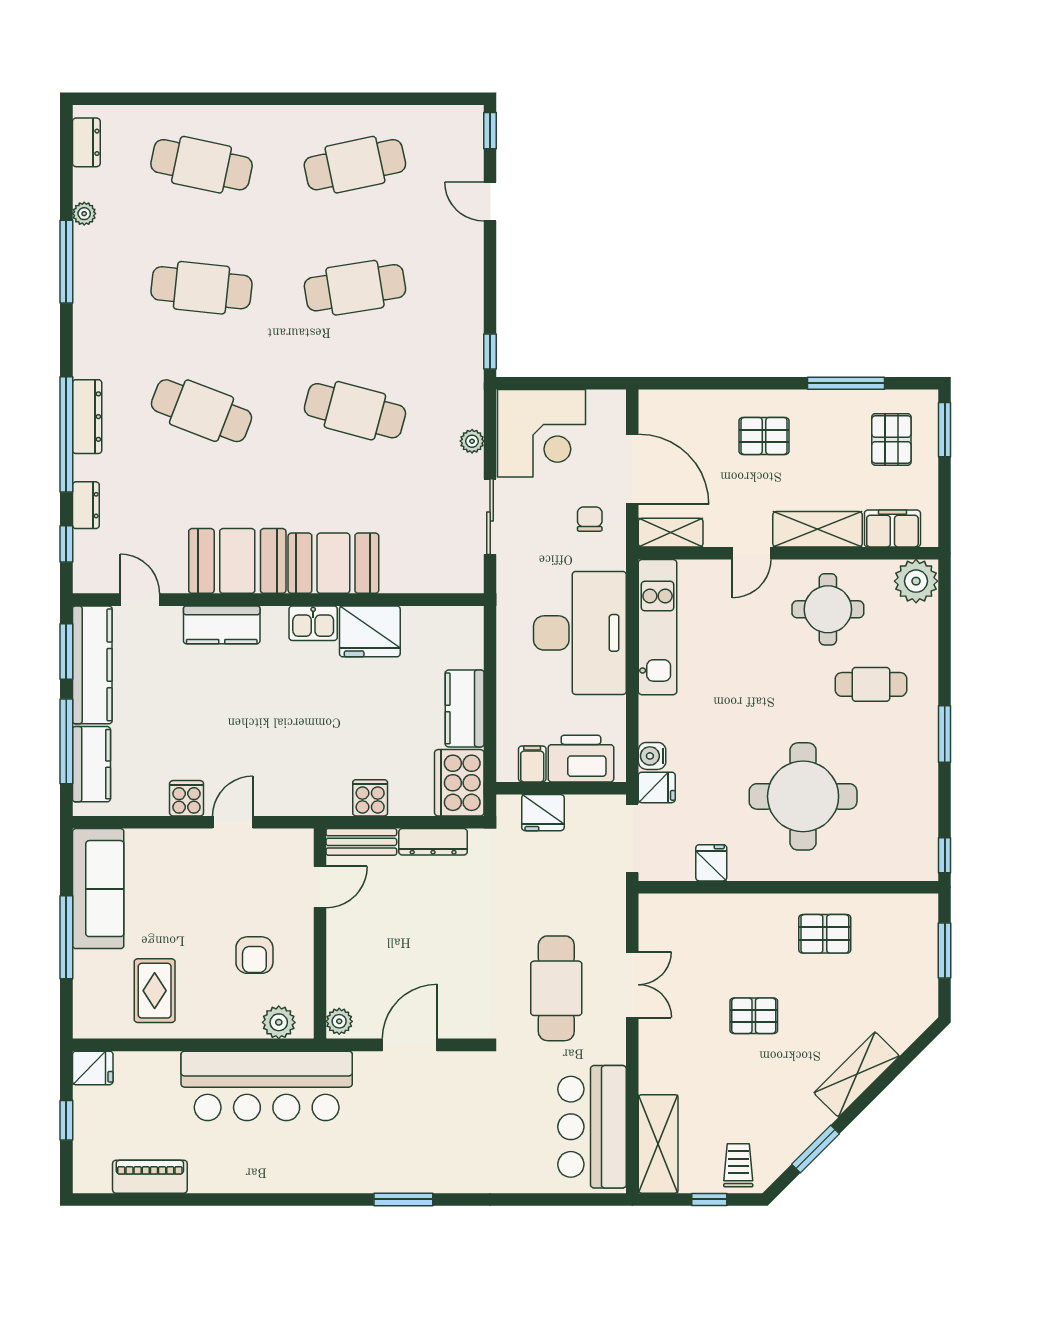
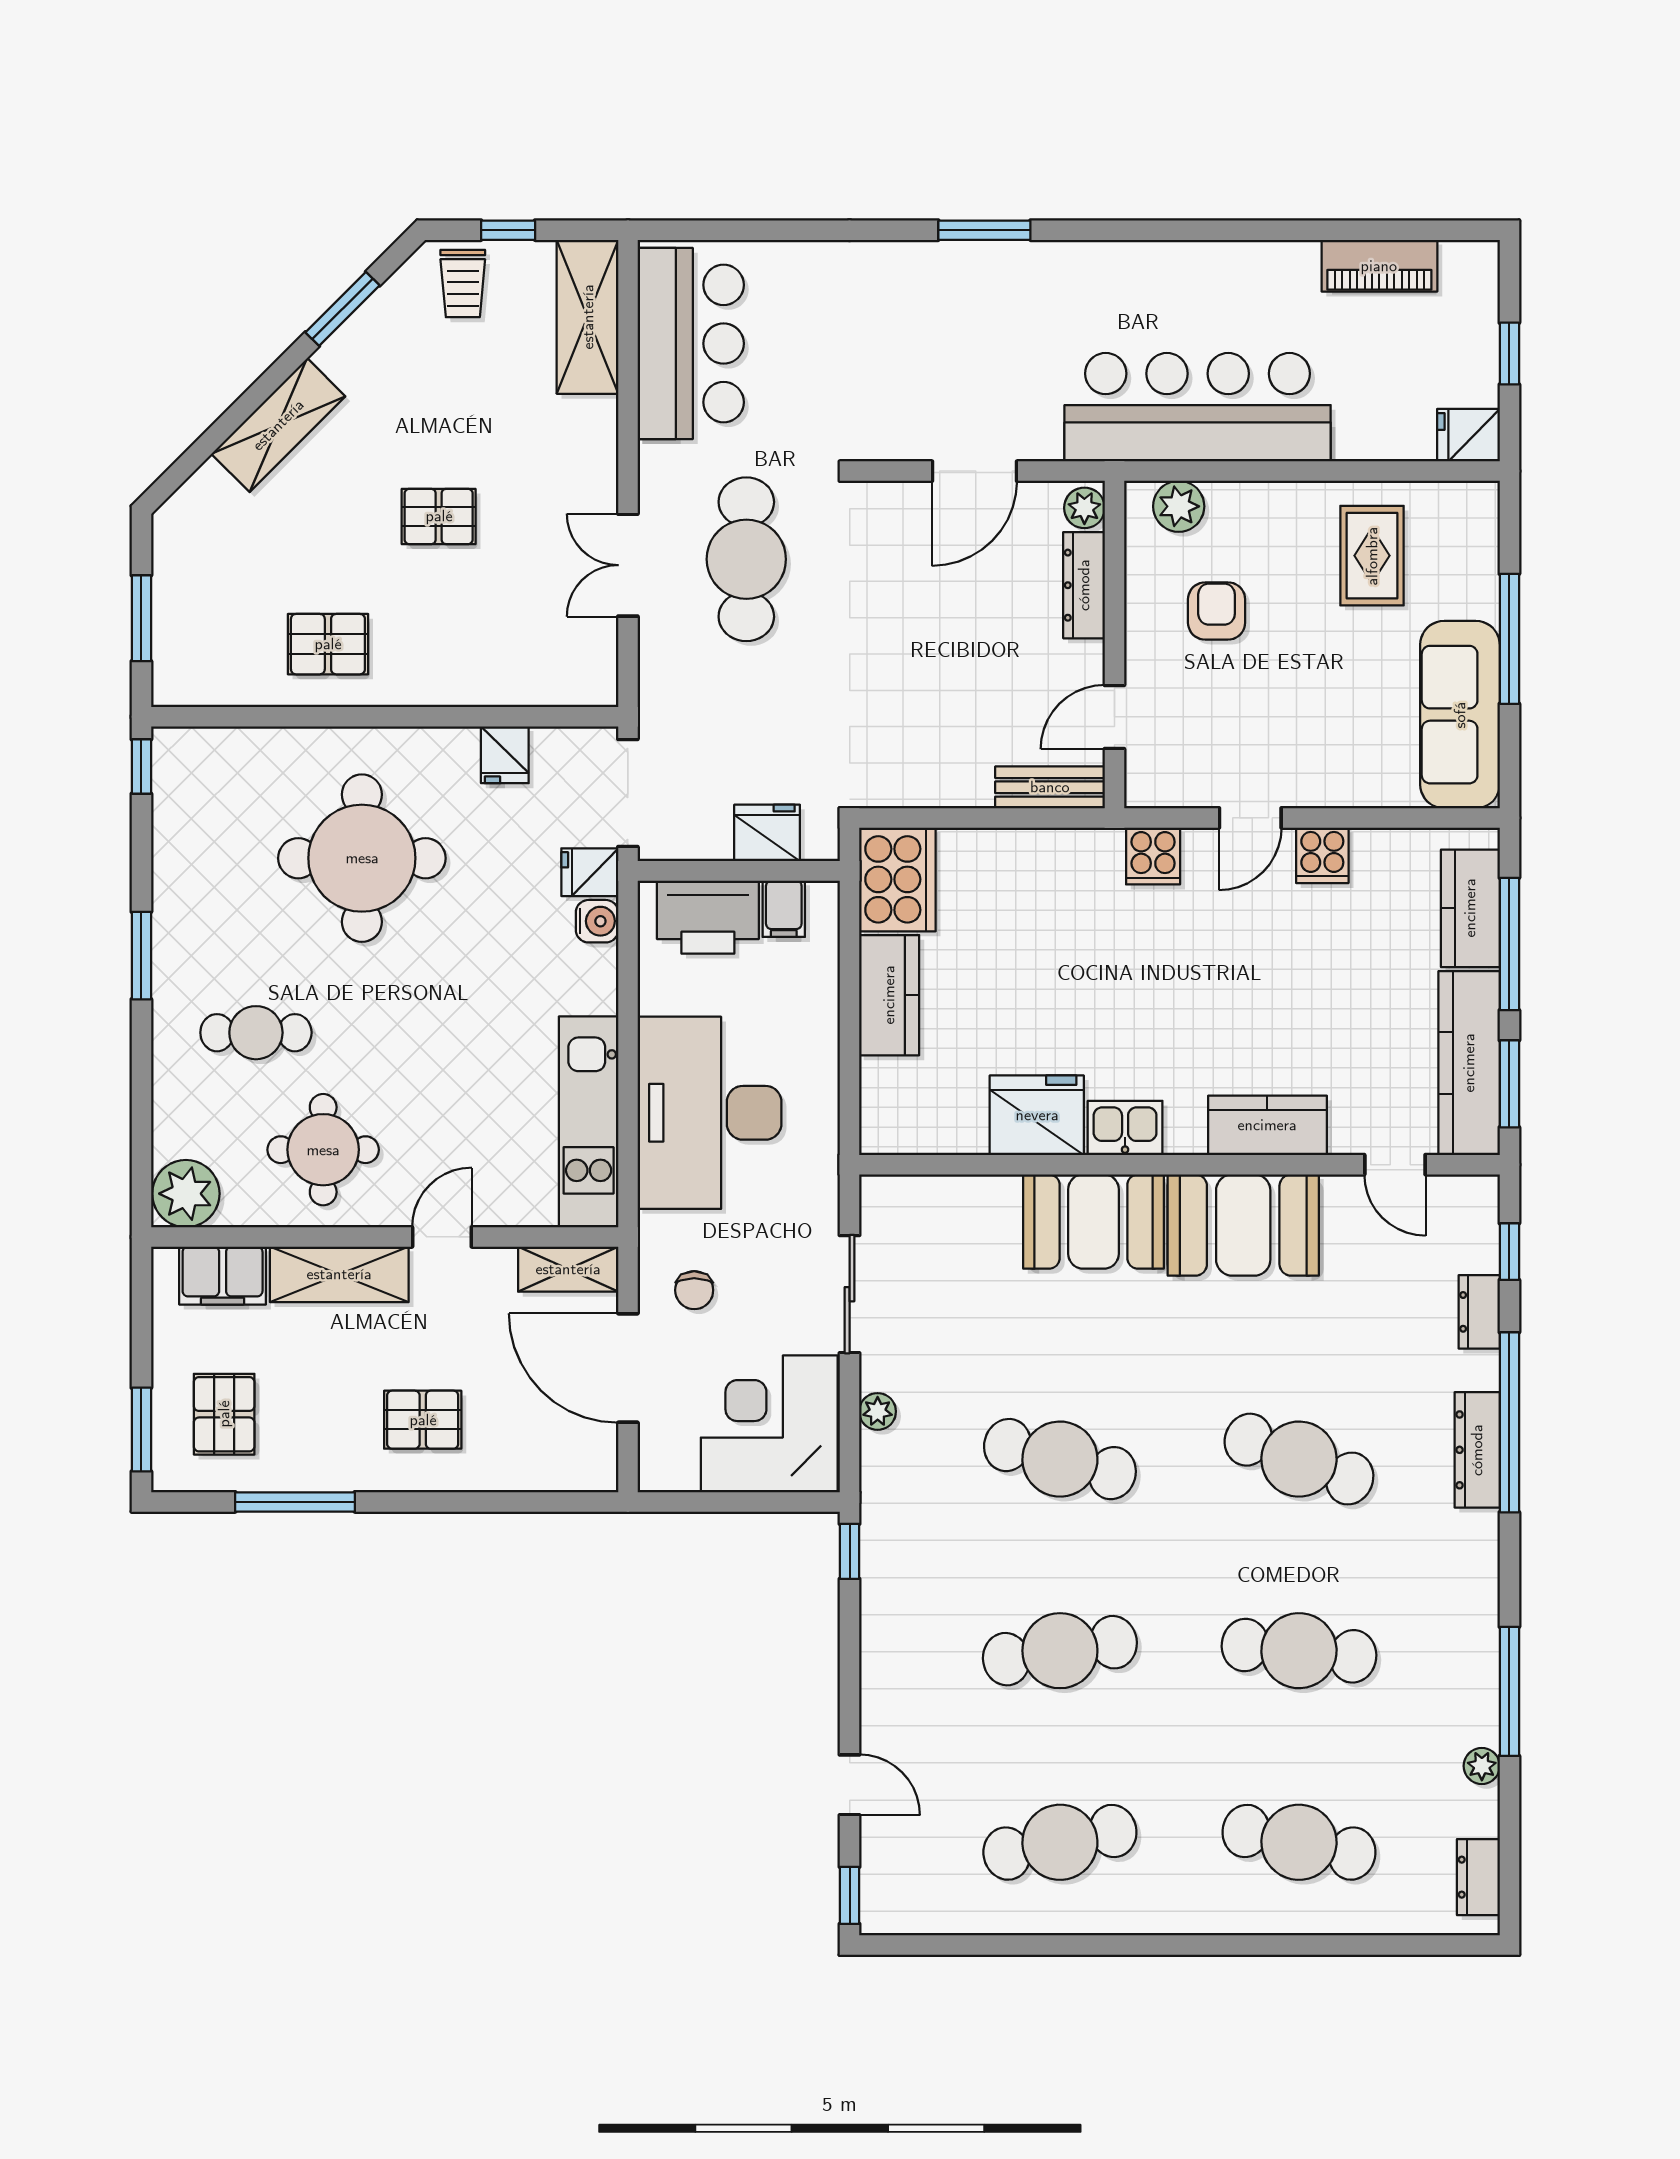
cooker: (370, 798) -> (1153, 856), moved
dresser: (433, 842) -> (1084, 585), moved, turned -90

